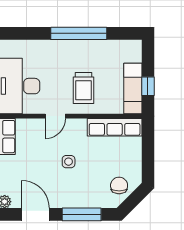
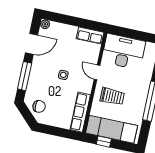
trolley: (83, 88) -> (112, 96), turned 180
exam couch: (133, 88) -> (112, 129), width x1.36, depth x1.45

